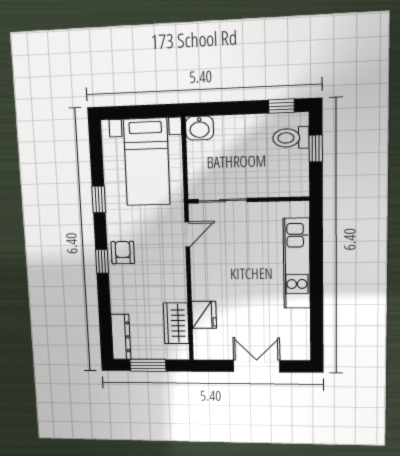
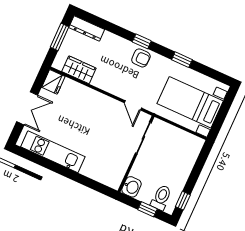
washbasin: (199, 128) -> (131, 187), moved, turned 180
kitchen unit: (297, 263) -> (53, 152), moved
fridge: (204, 315) -> (53, 82), moved, turned -90

